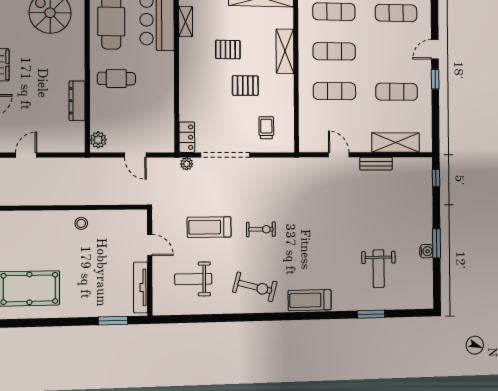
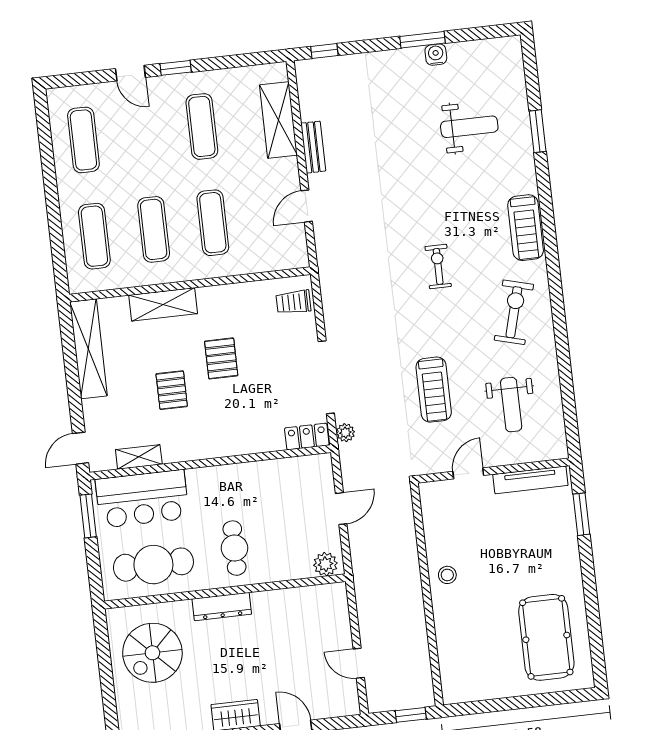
dresser: (77, 101) -> (222, 606), moved
trolley: (266, 128) -> (293, 302), moved
exercise bike: (261, 229) -> (438, 266), moved

